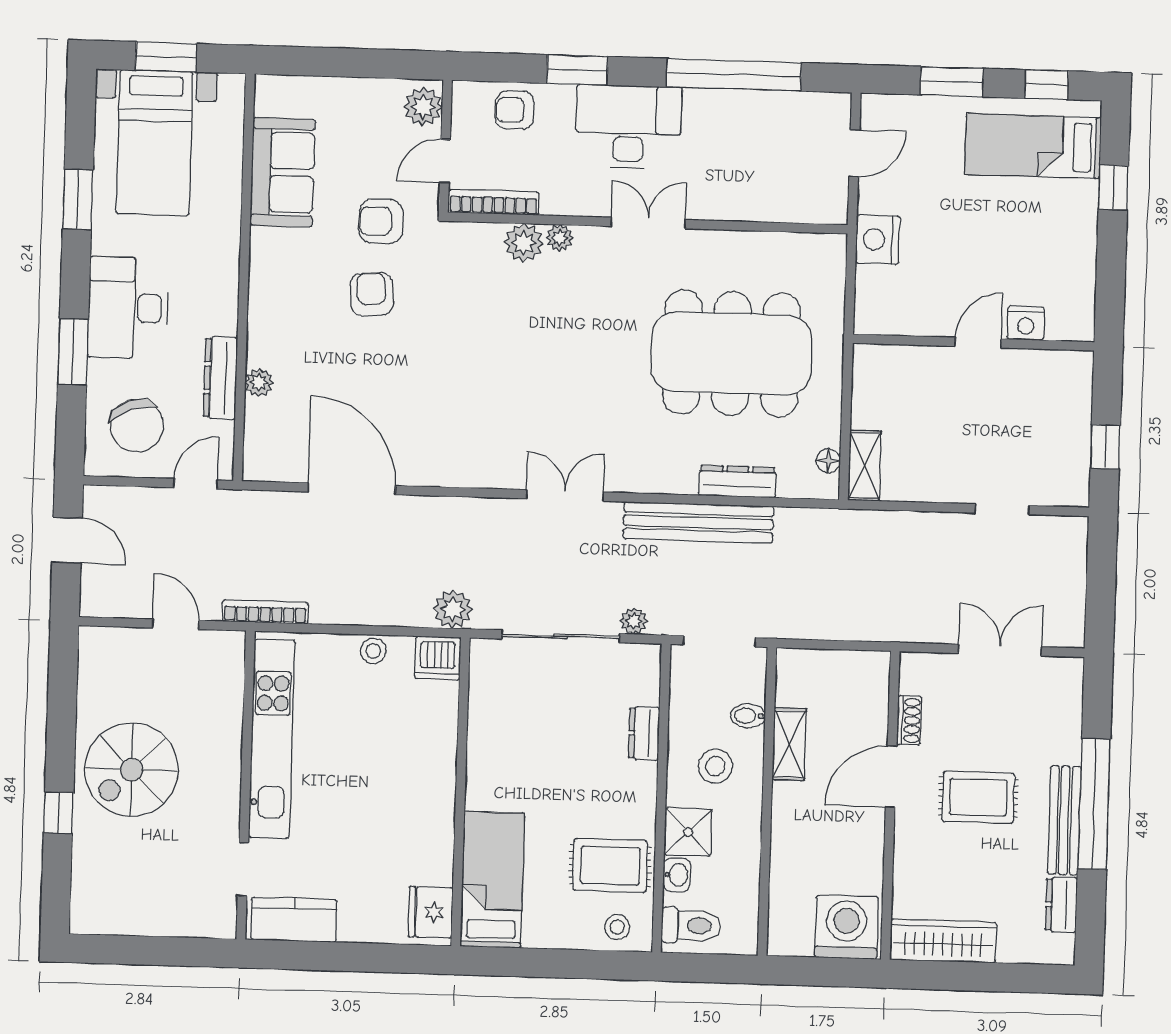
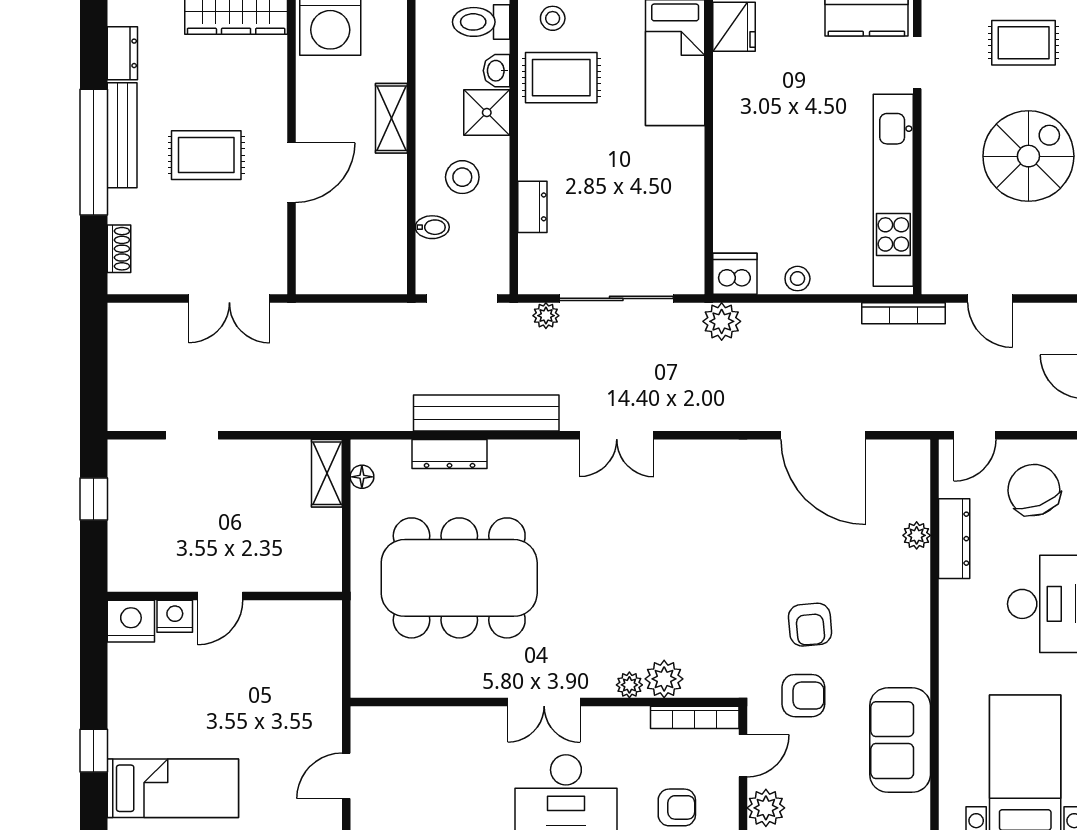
nightstand: (878, 239) -> (131, 621), moved, turned -90
double door: (1000, 650) -> (229, 298), moved
shoe rack: (909, 720) -> (119, 249), moved, turned 180
shelving: (789, 744) -> (391, 118), moved
rug: (133, 887) -> (1024, 43), added

